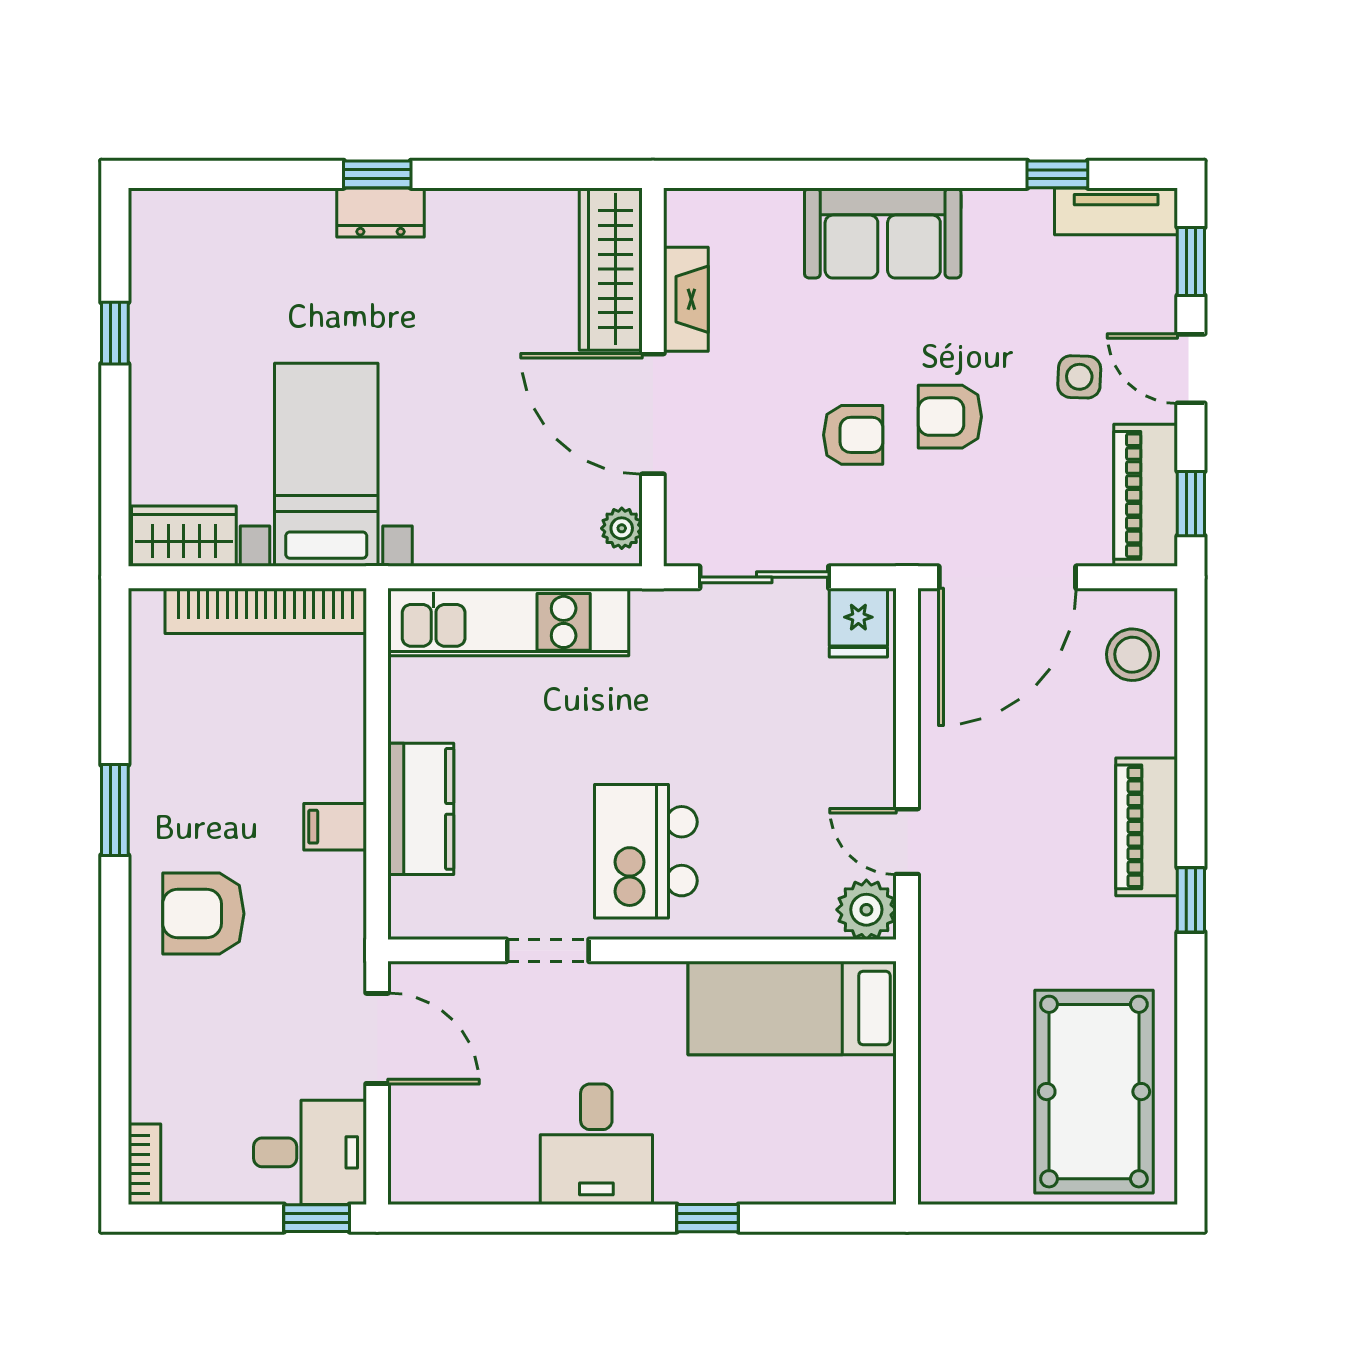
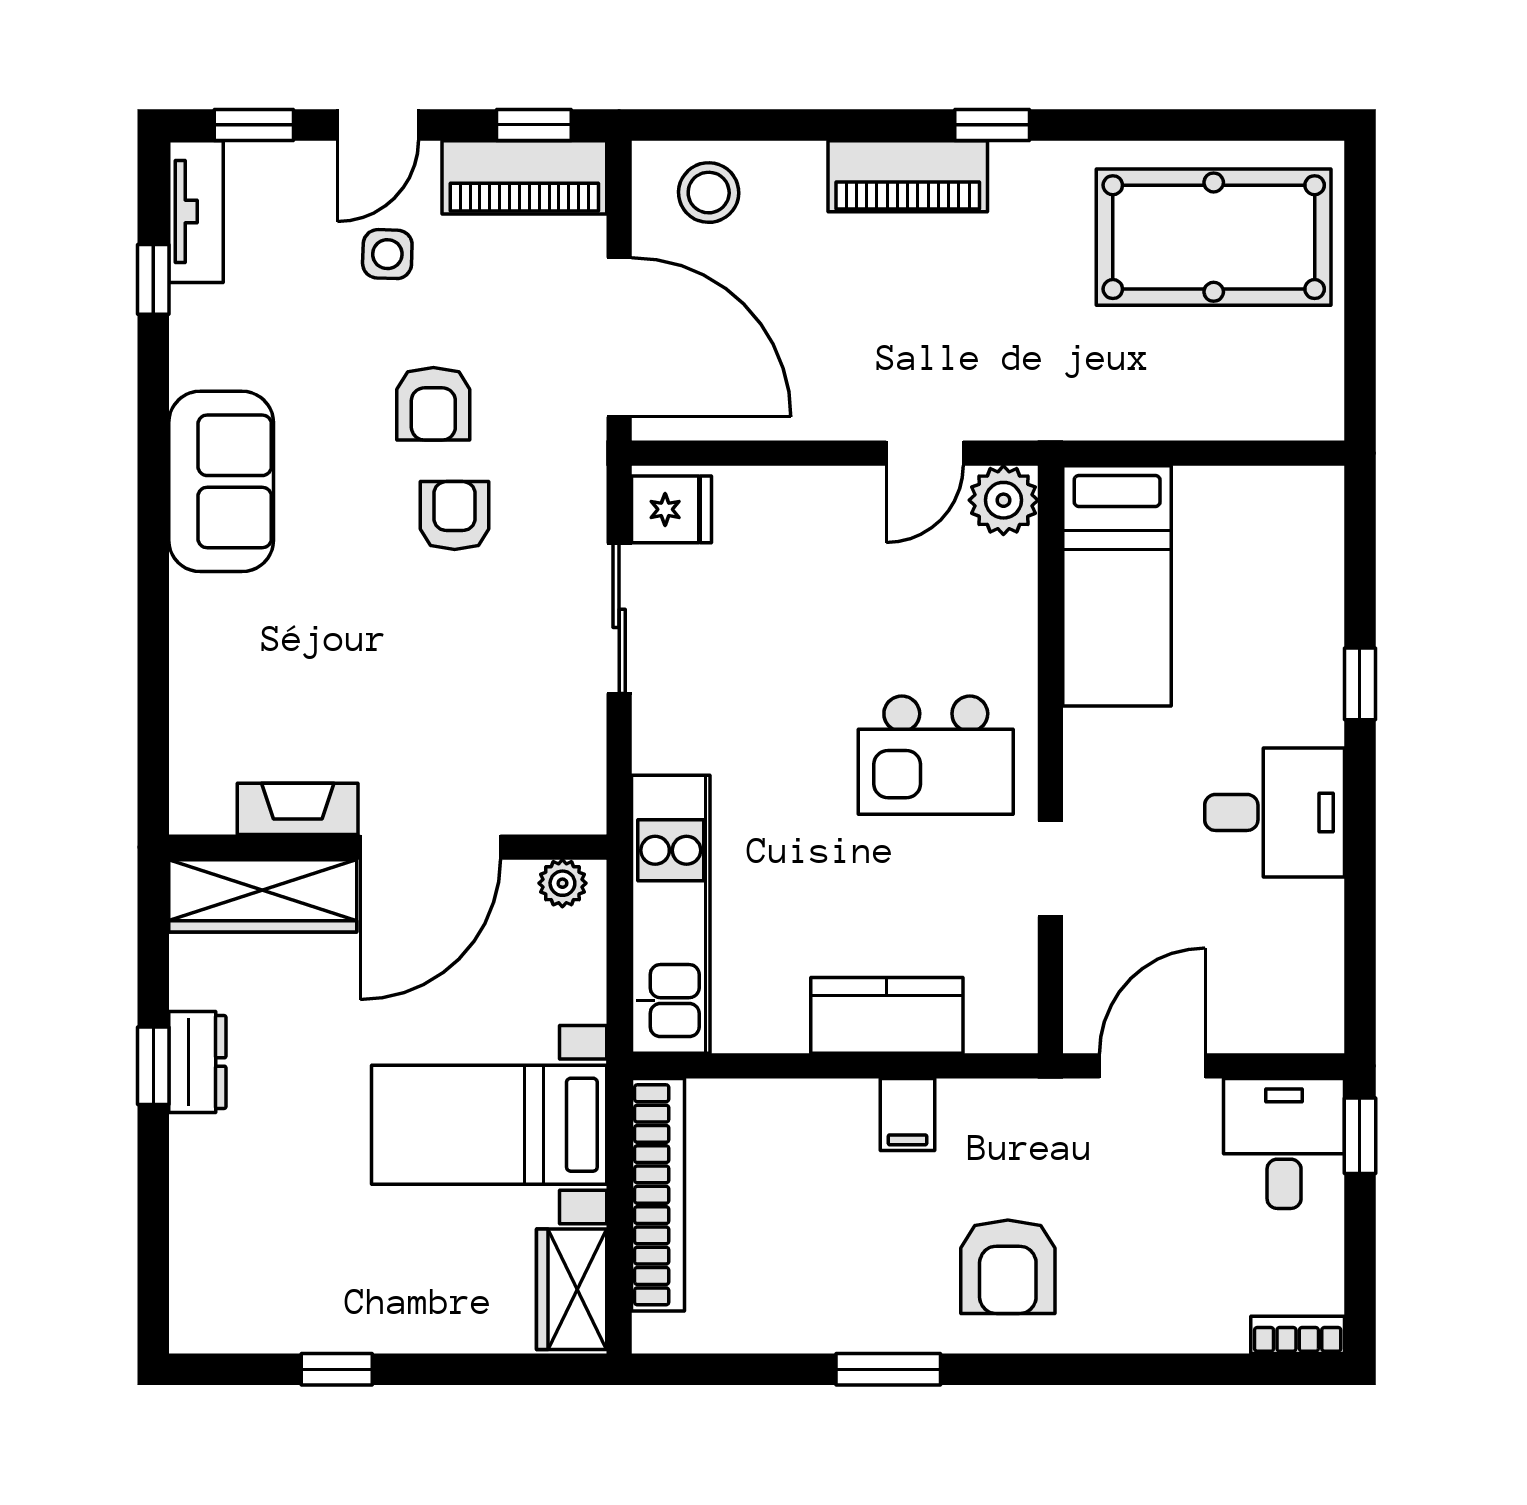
wardrobe: (611, 269) -> (263, 896), moved
fireplace: (686, 299) -> (298, 809), moved
wall: (653, 377) -> (388, 847), moved
door: (653, 414) -> (430, 847), moved
plant: (622, 528) -> (562, 883), moved

